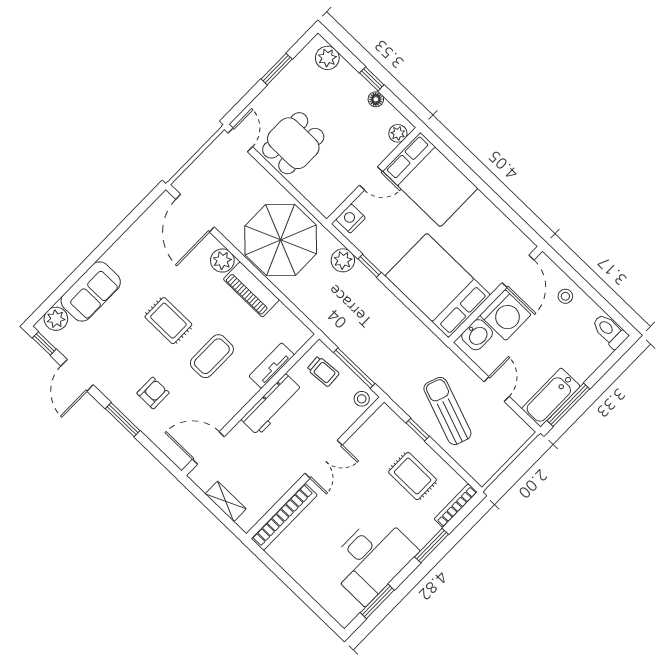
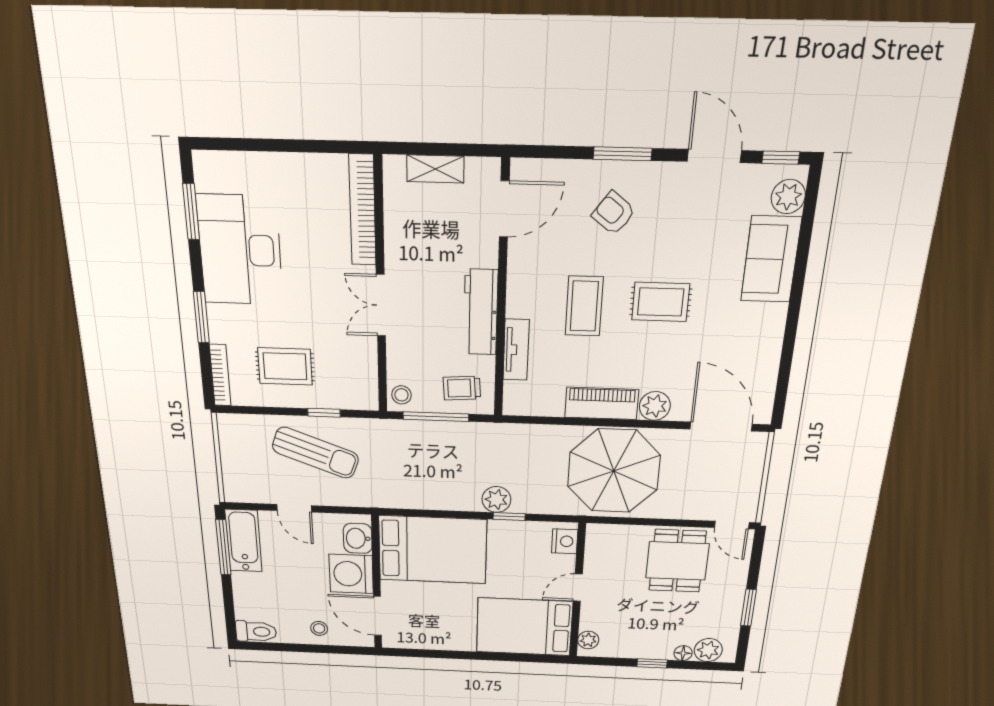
floor lamp: (376, 99) -> (683, 653), moved
plant: (343, 260) -> (496, 499), moved
armchair: (153, 393) -> (614, 213), turned 127

